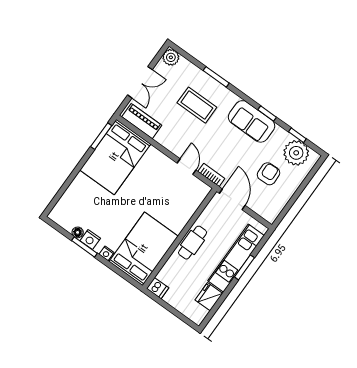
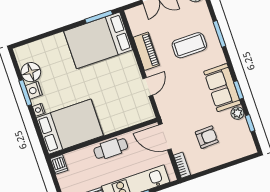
coffee table: (197, 105) -> (189, 45), turned 90
piano: (142, 121) -> (146, 51), moved
plant: (296, 153) -> (237, 113), moved, width x0.53, depth x0.53
bookcase: (211, 175) -> (182, 165), moved
door: (232, 199) -> (165, 137), swing flipped
floor lamp: (78, 232) -> (31, 72), width x1.89, depth x1.89

